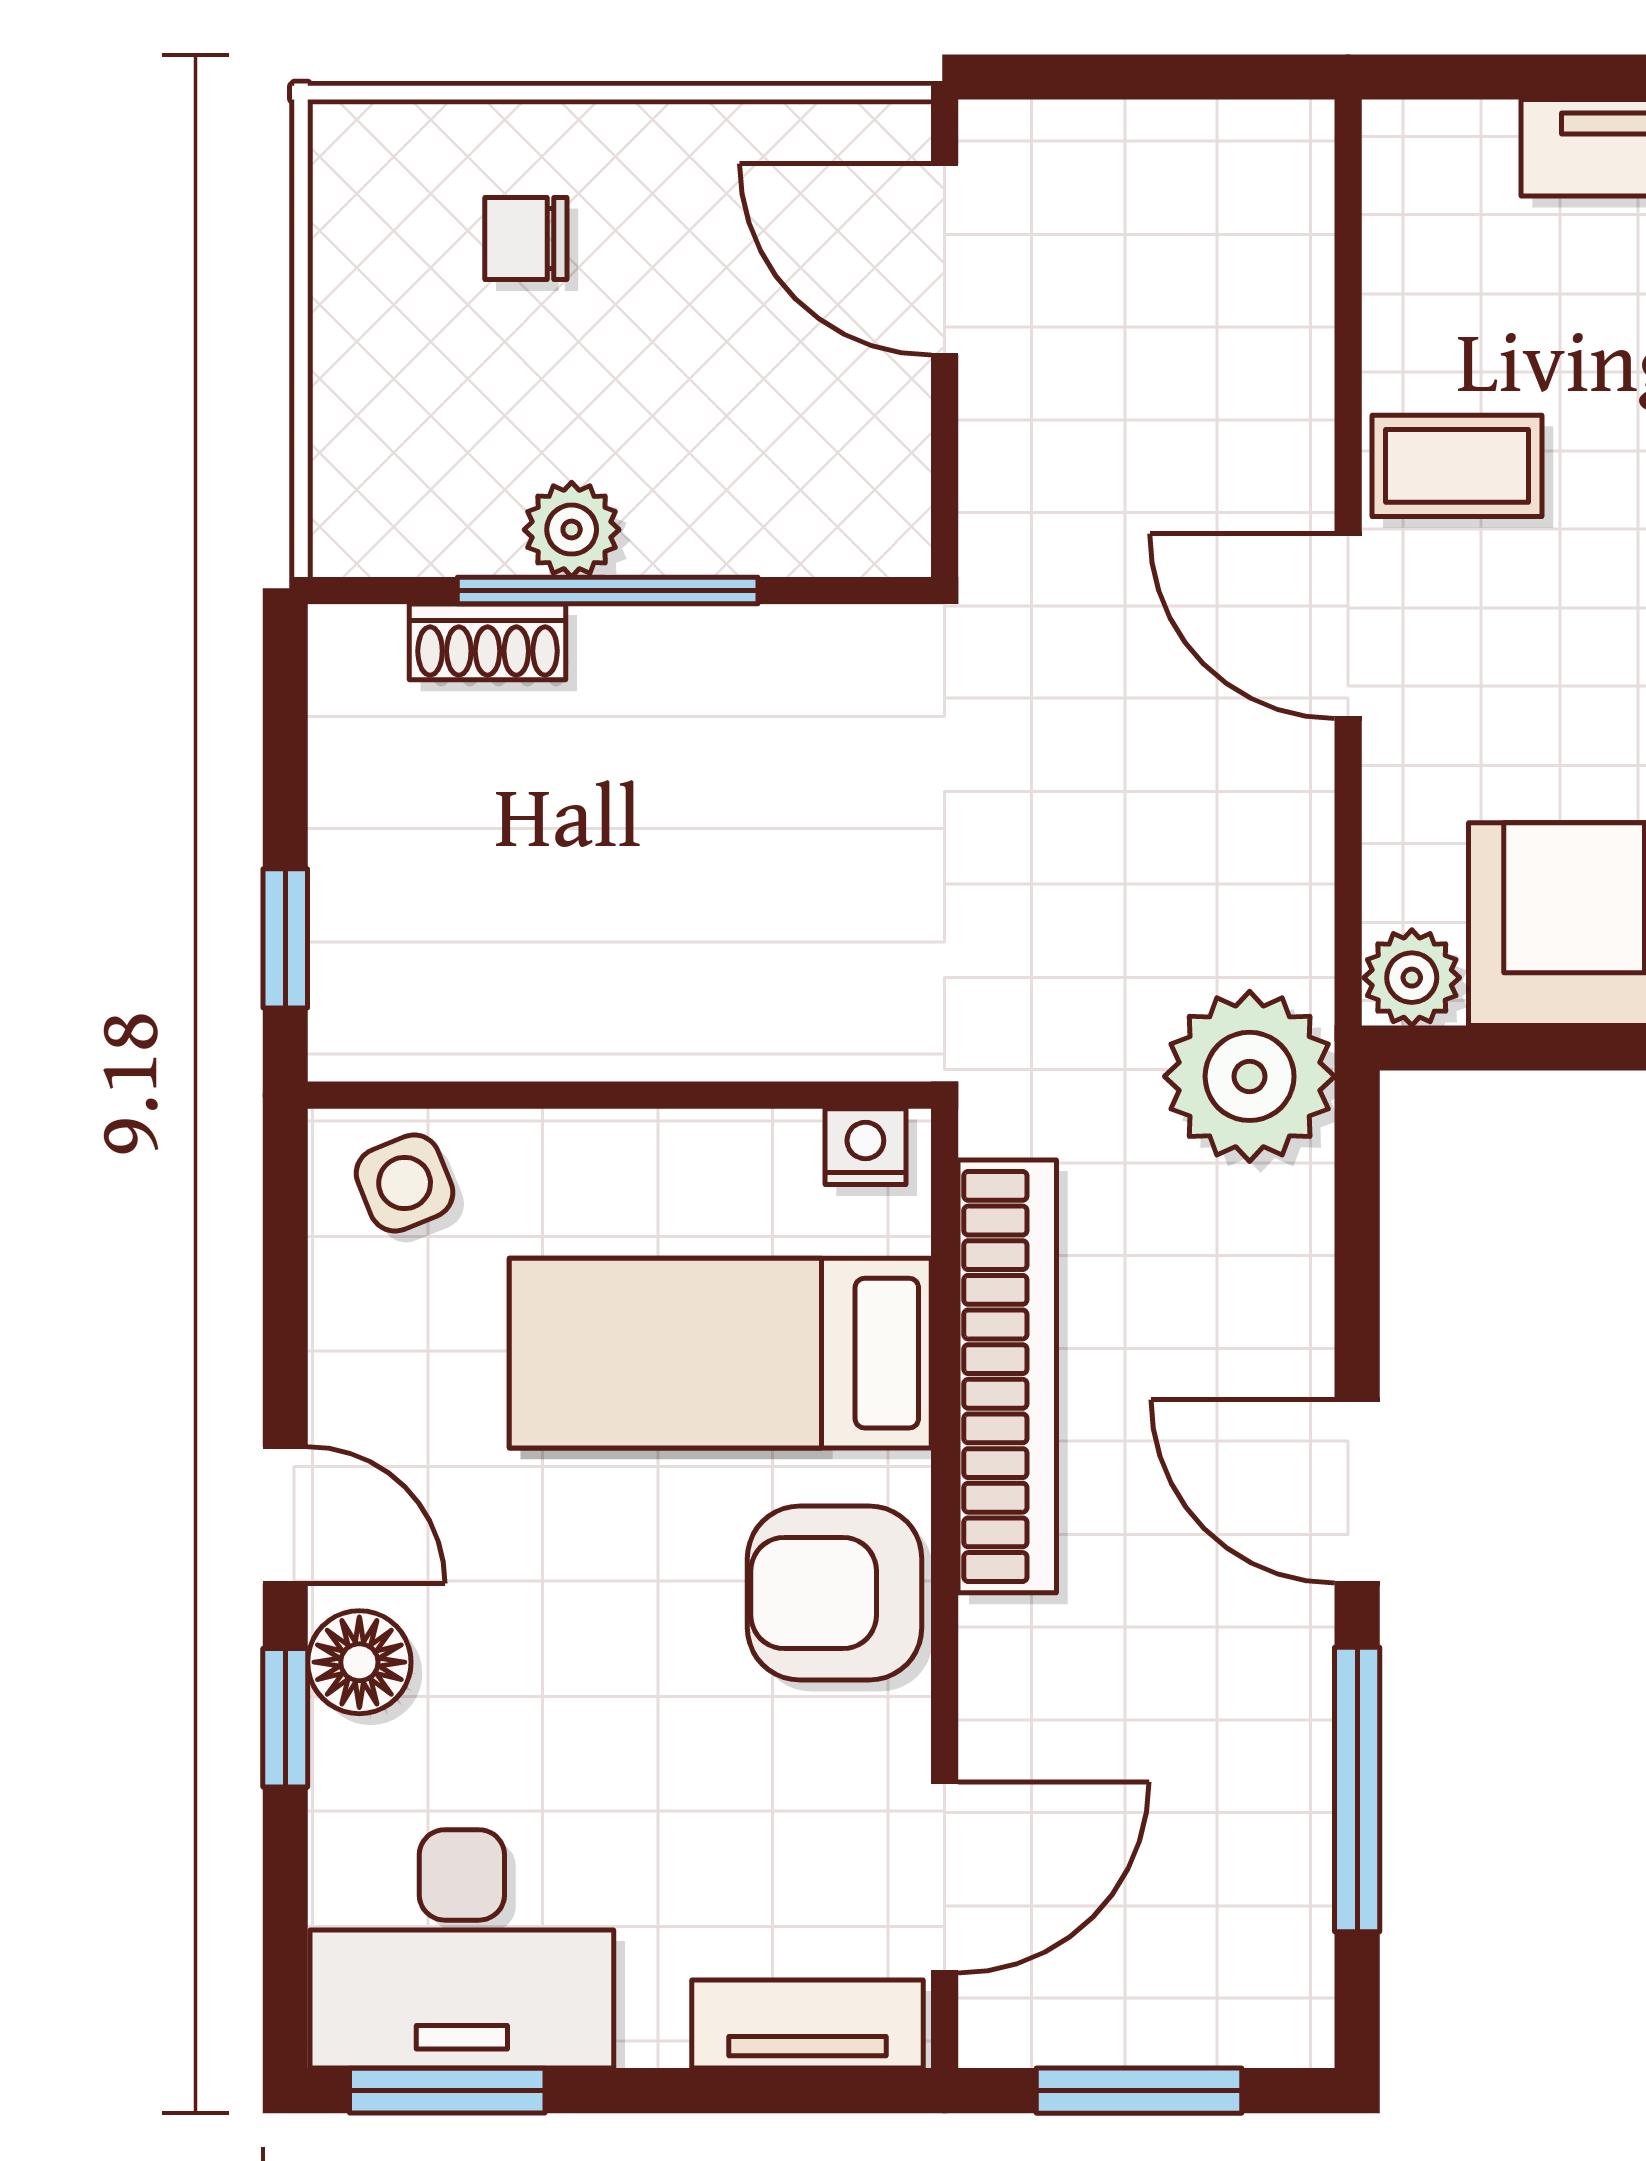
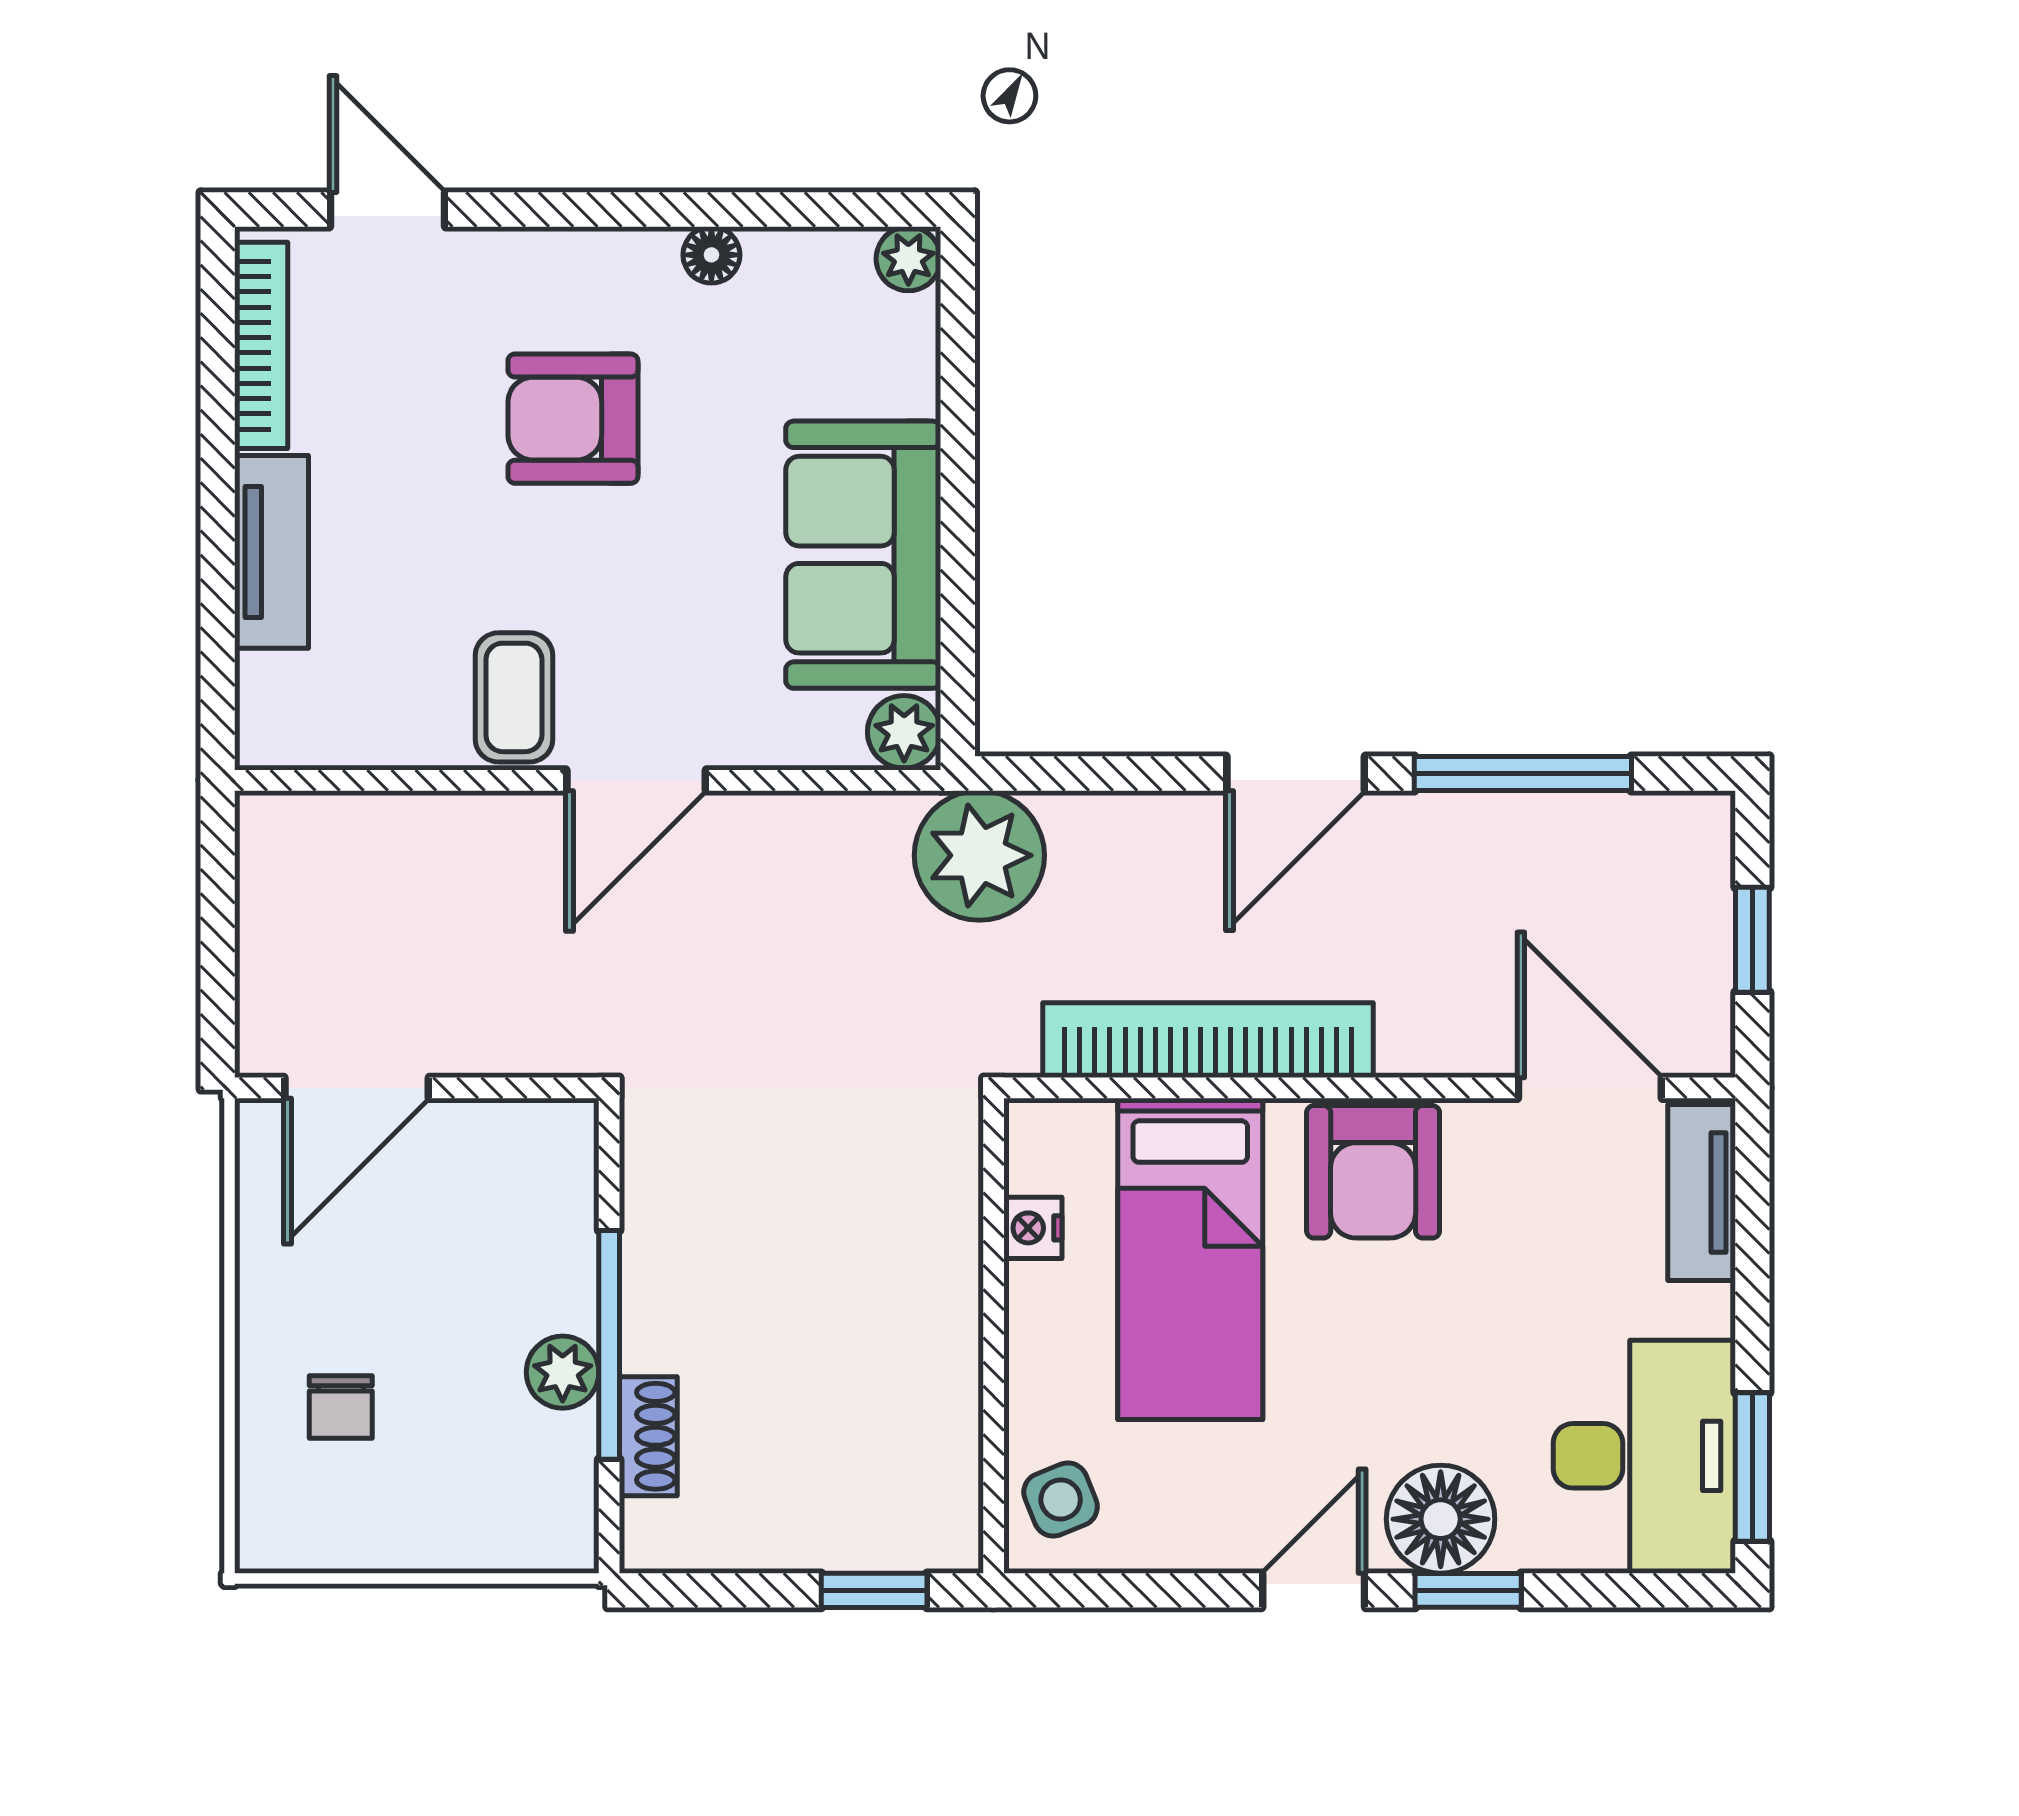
nightstand: (865, 1147) -> (1033, 1228), moved
floor lamp: (359, 1662) -> (1441, 1519), width x1.38, depth x1.38
window: (1139, 2091) -> (1752, 940), width x0.67

